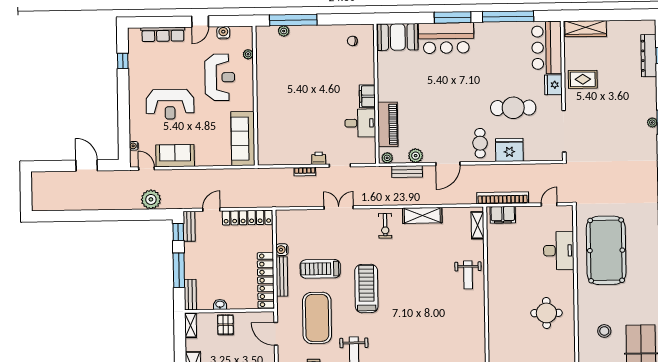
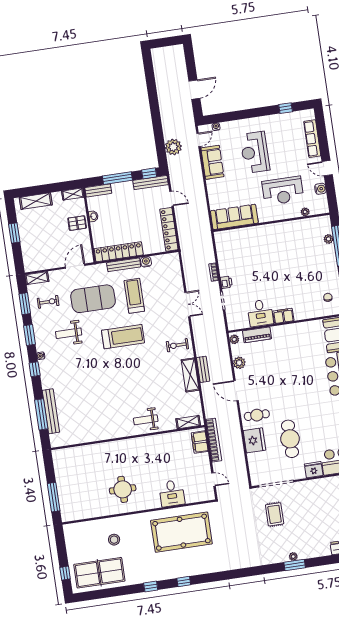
rug: (583, 79) -> (275, 514), moved
piano: (388, 124) -> (257, 335), width x0.73, depth x0.75
bench: (407, 172) -> (203, 369), moved
bench: (189, 226) -> (151, 182), width x1.36
desk: (559, 251) -> (172, 493), width x0.73

